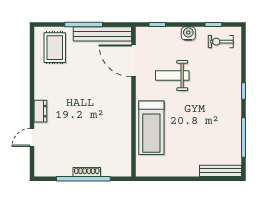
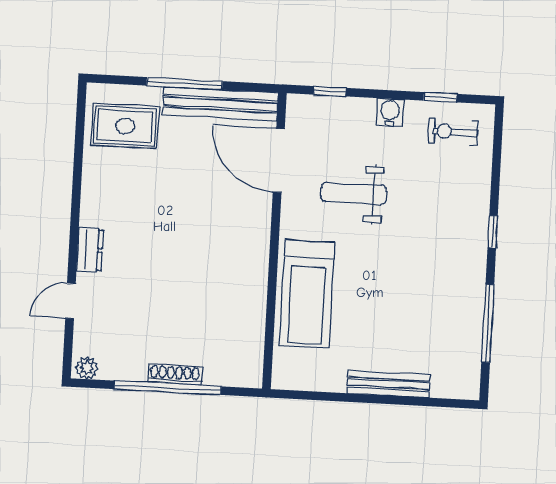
rug: (55, 48) -> (125, 126), turned 90
plant: (42, 171) -> (87, 368), added
bench: (220, 171) -> (389, 384), moved

